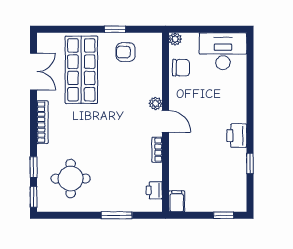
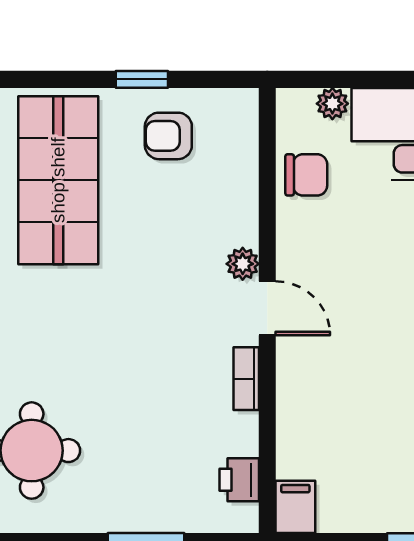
plant: (175, 39) -> (332, 104), moved

